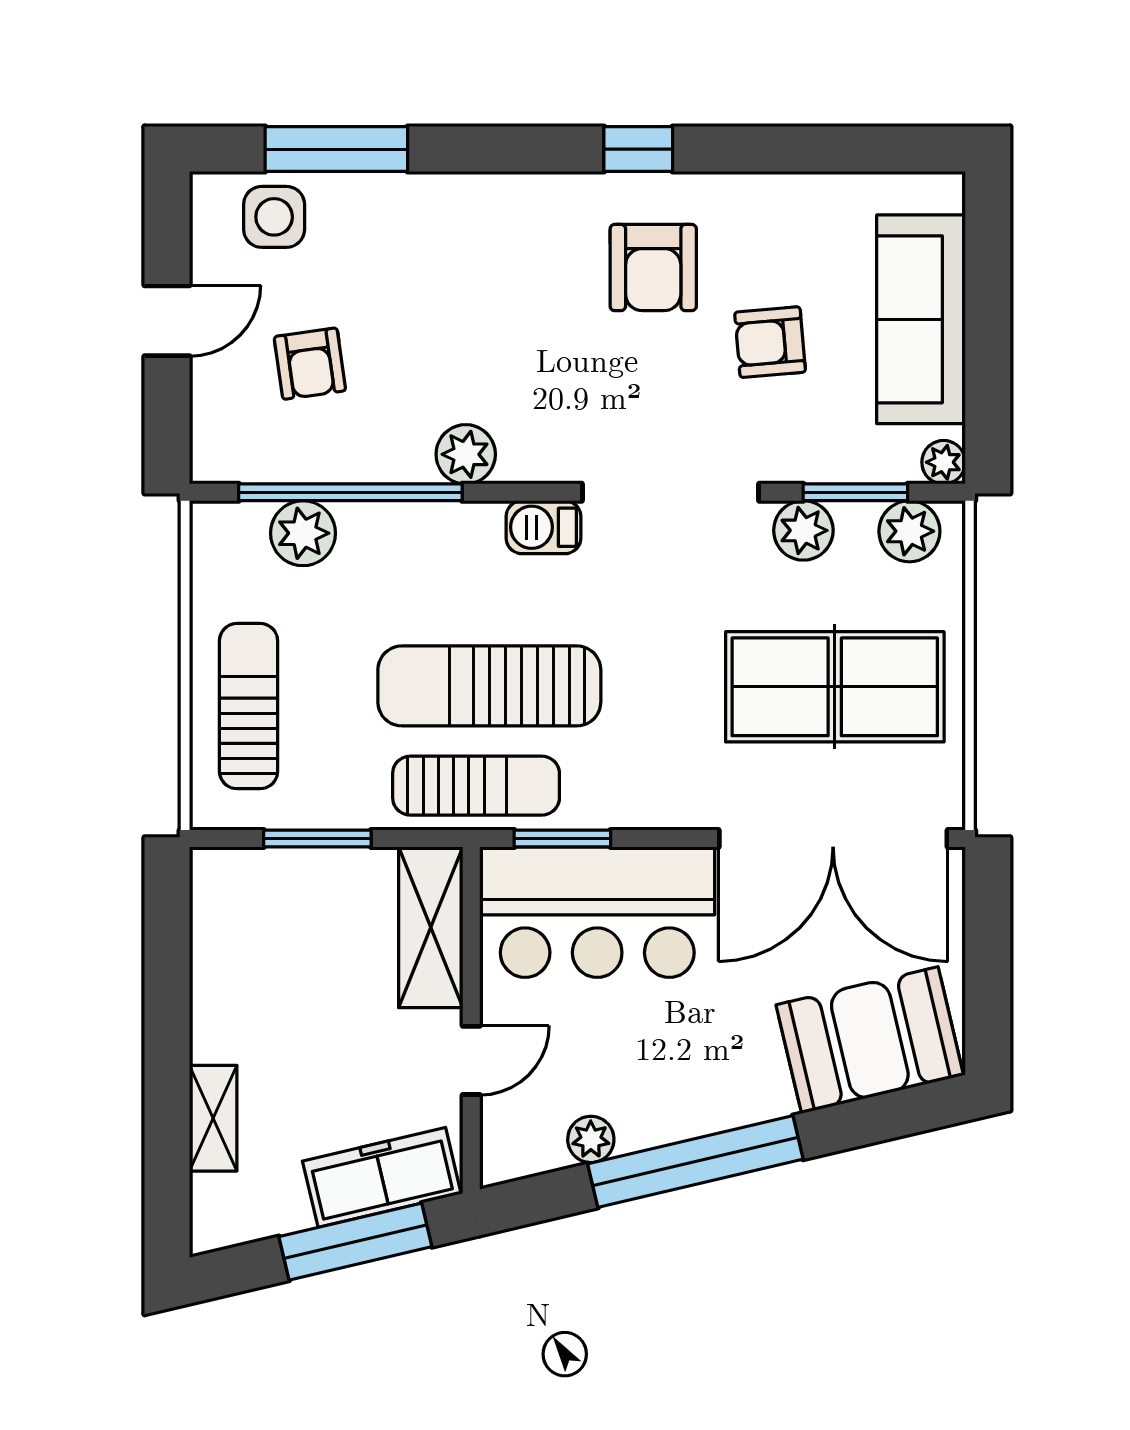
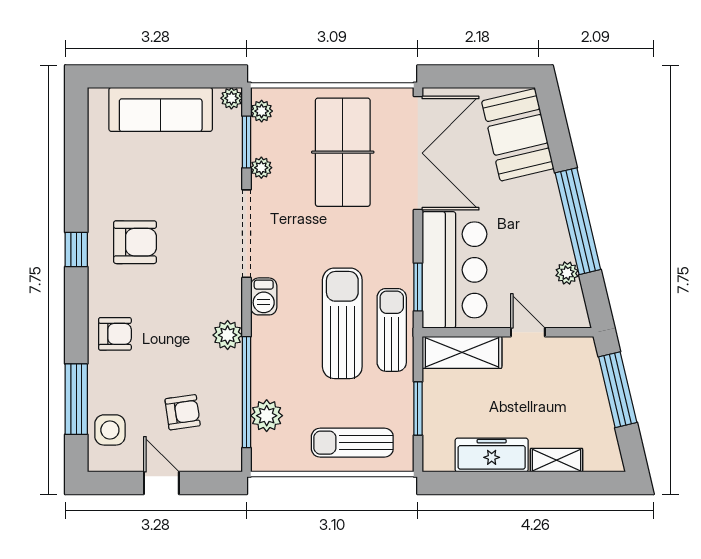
armchair: (770, 342) -> (115, 334), moved, turned -85
plant: (803, 530) -> (261, 168), width x0.73, depth x0.73
plant: (909, 531) -> (262, 111), width x0.73, depth x0.73
sun lounger: (489, 686) -> (342, 323), turned 180
freezer: (382, 1177) -> (492, 455), moved, turned 103

